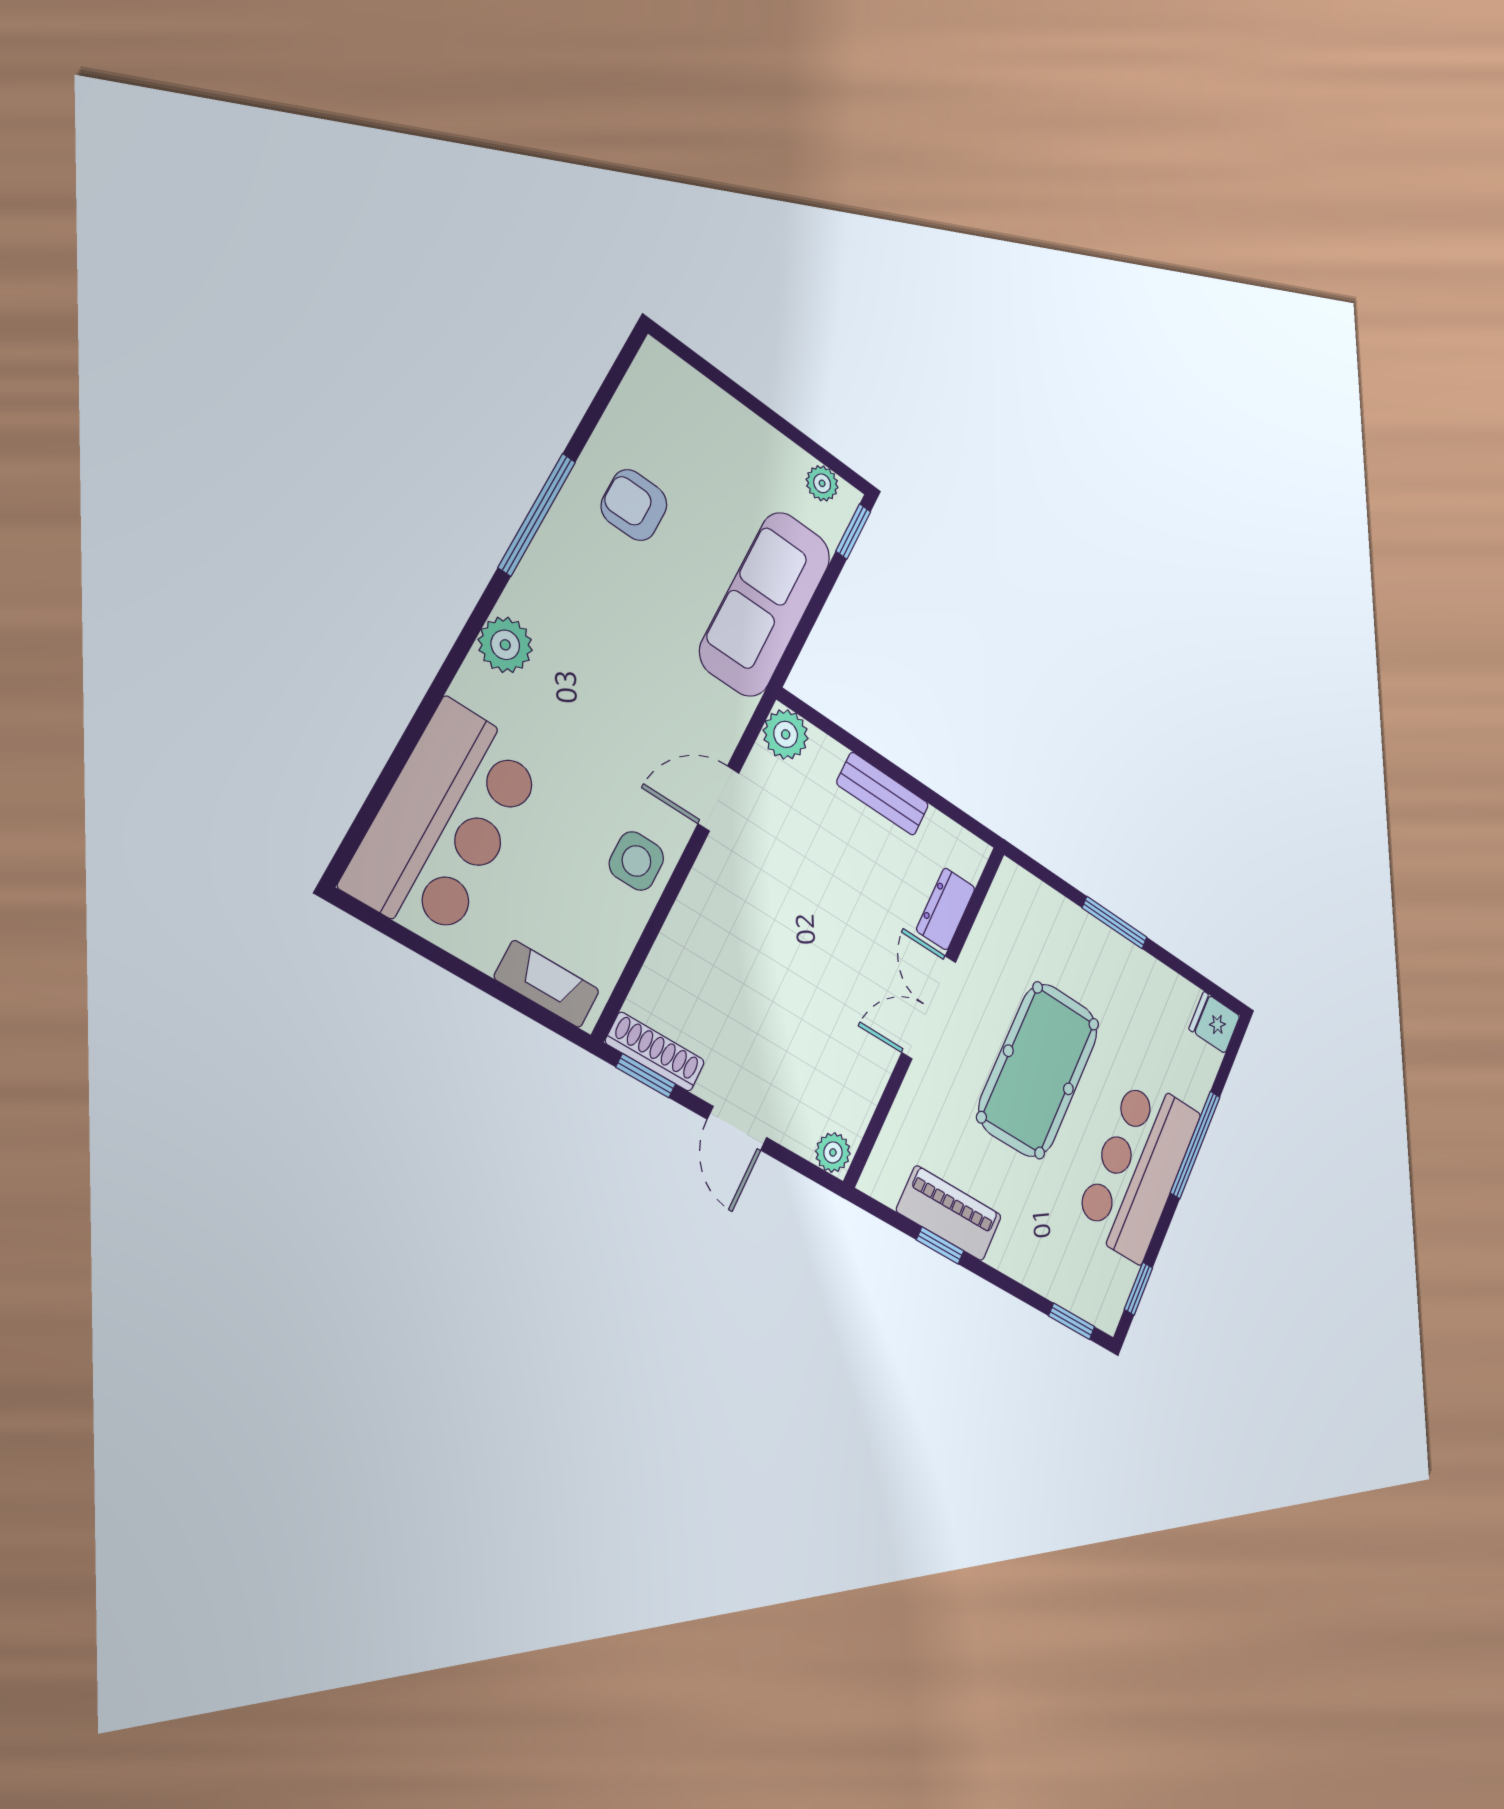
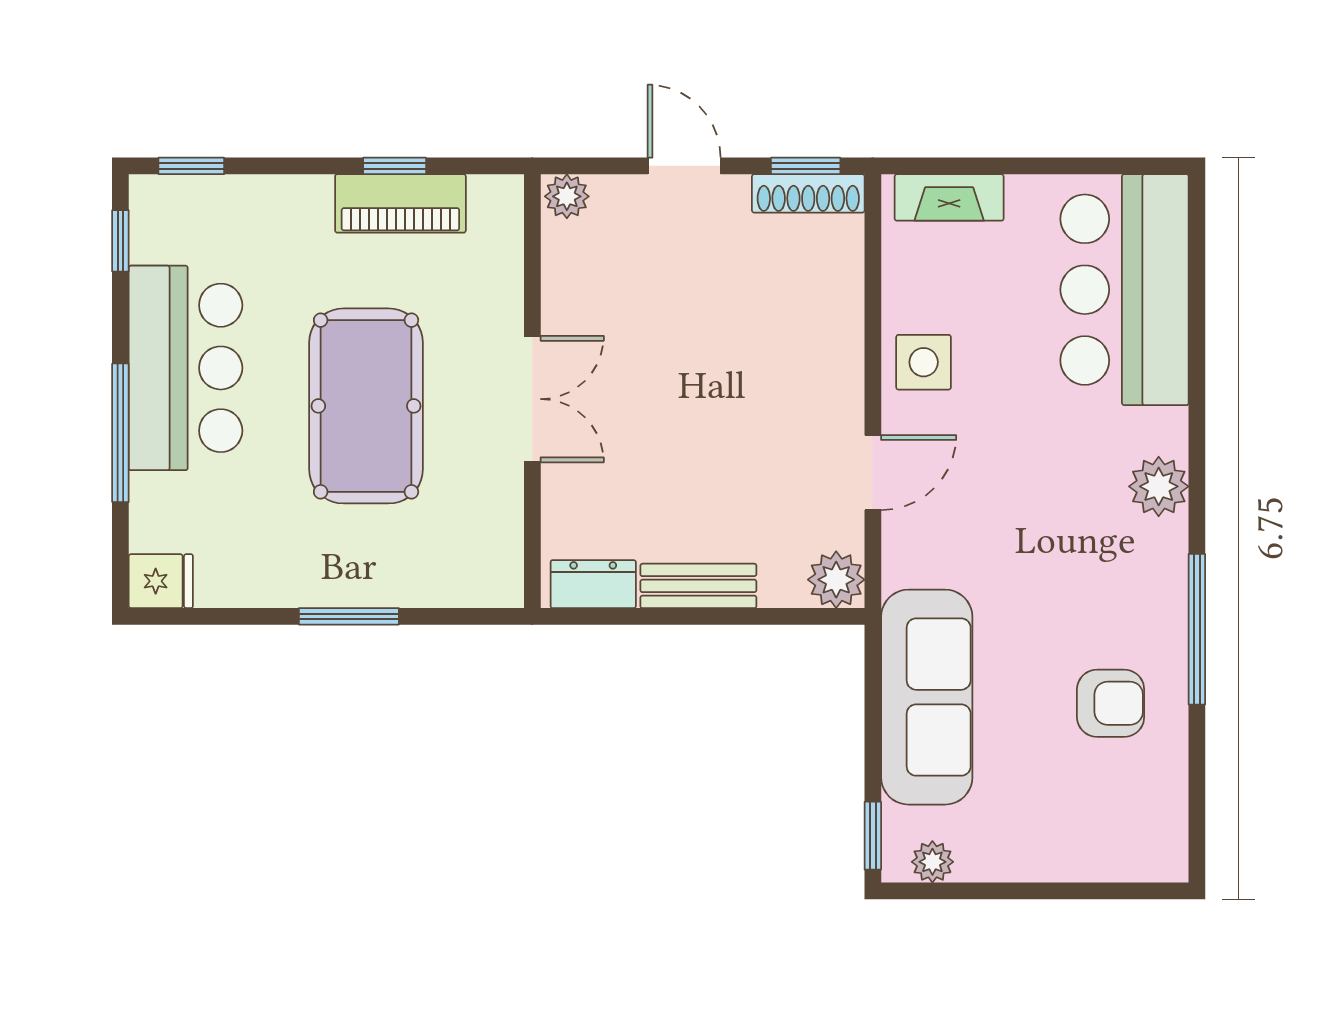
dresser: (946, 909) -> (593, 584), moved, turned -90

